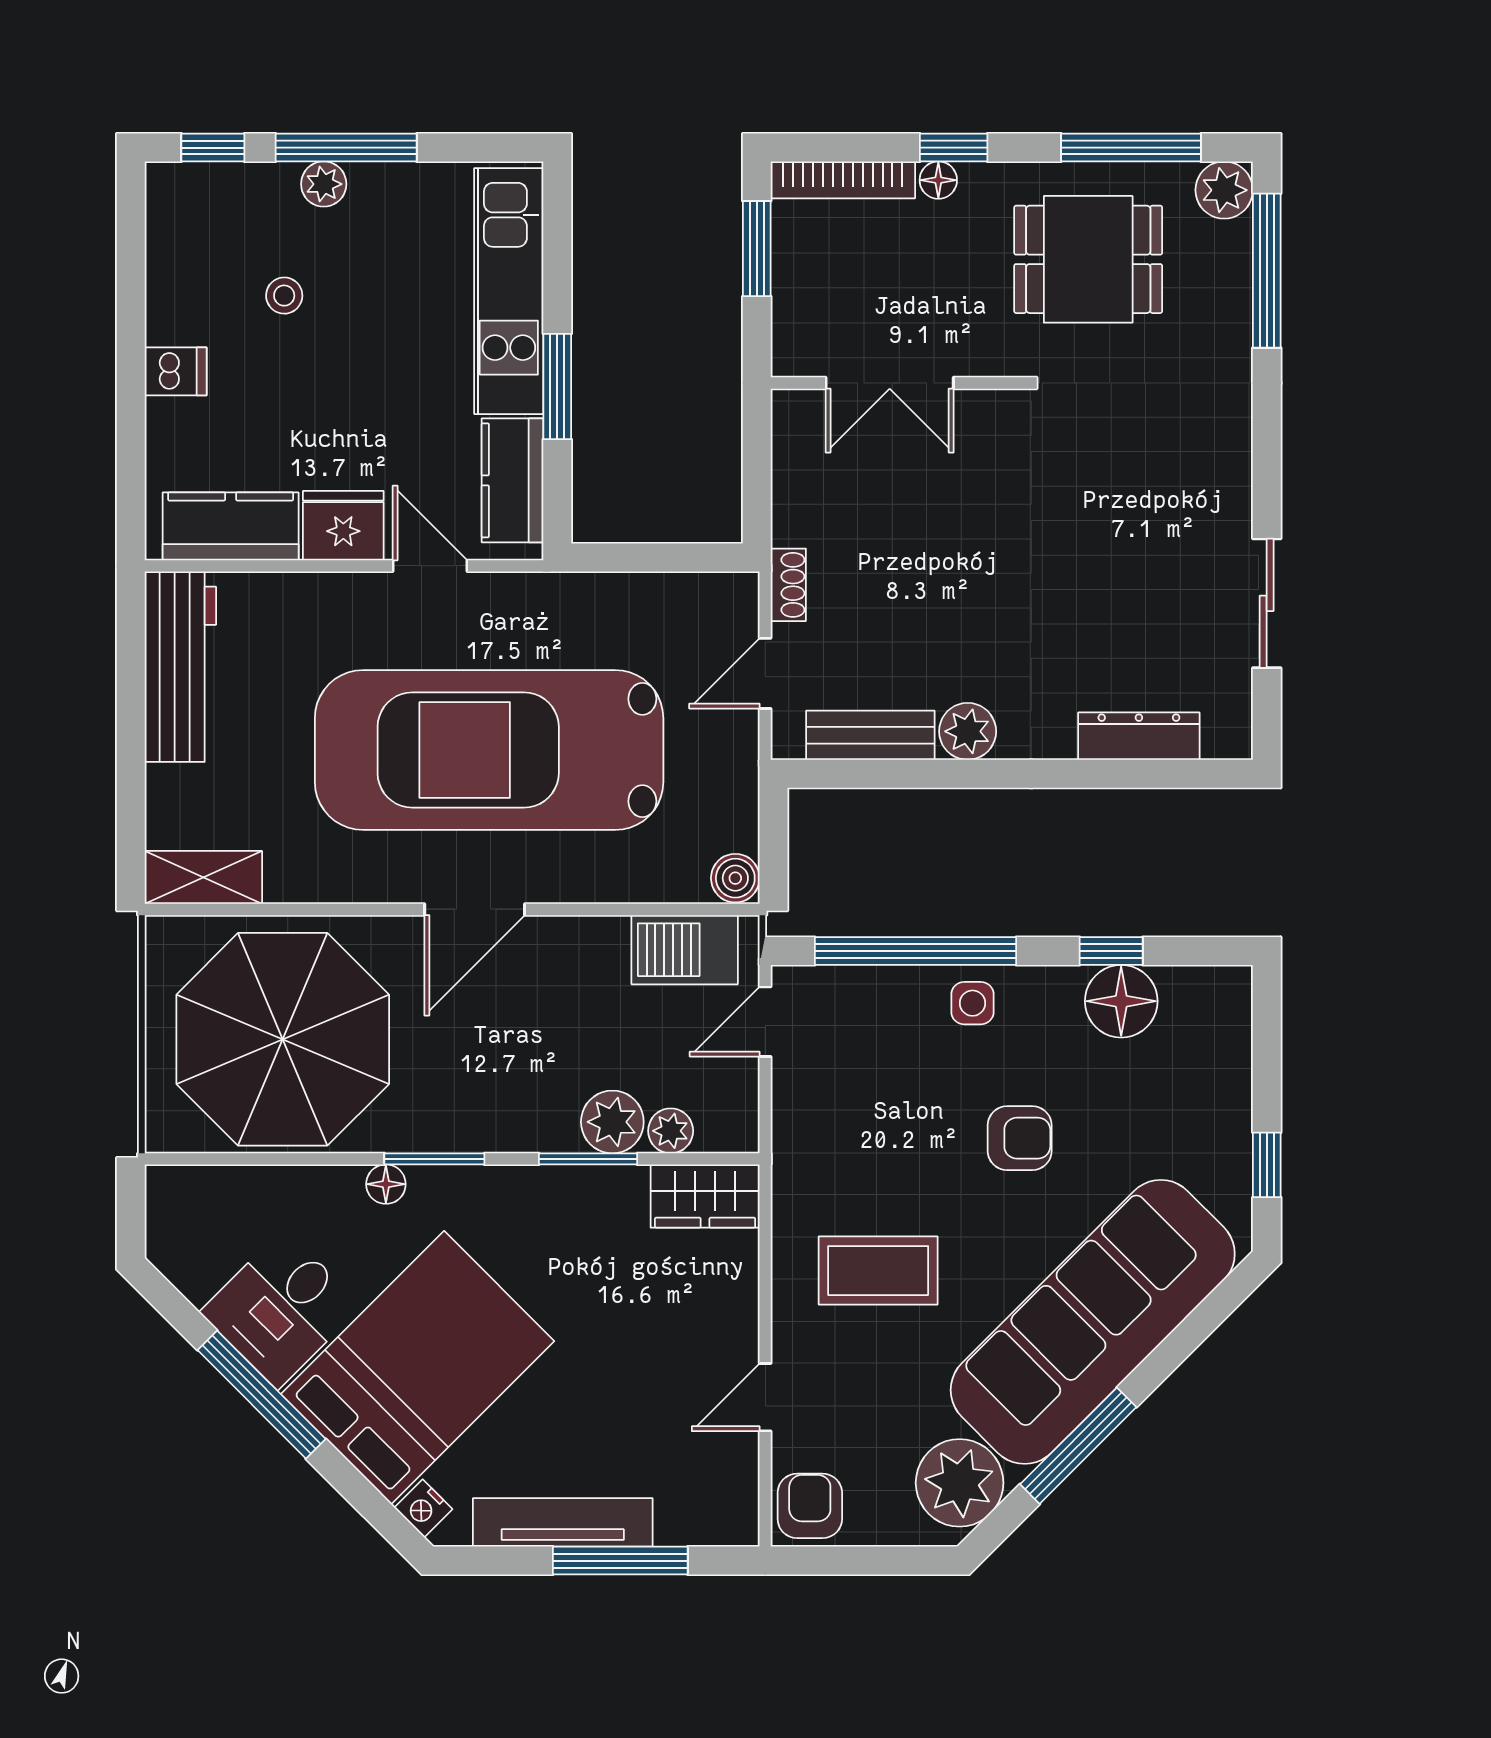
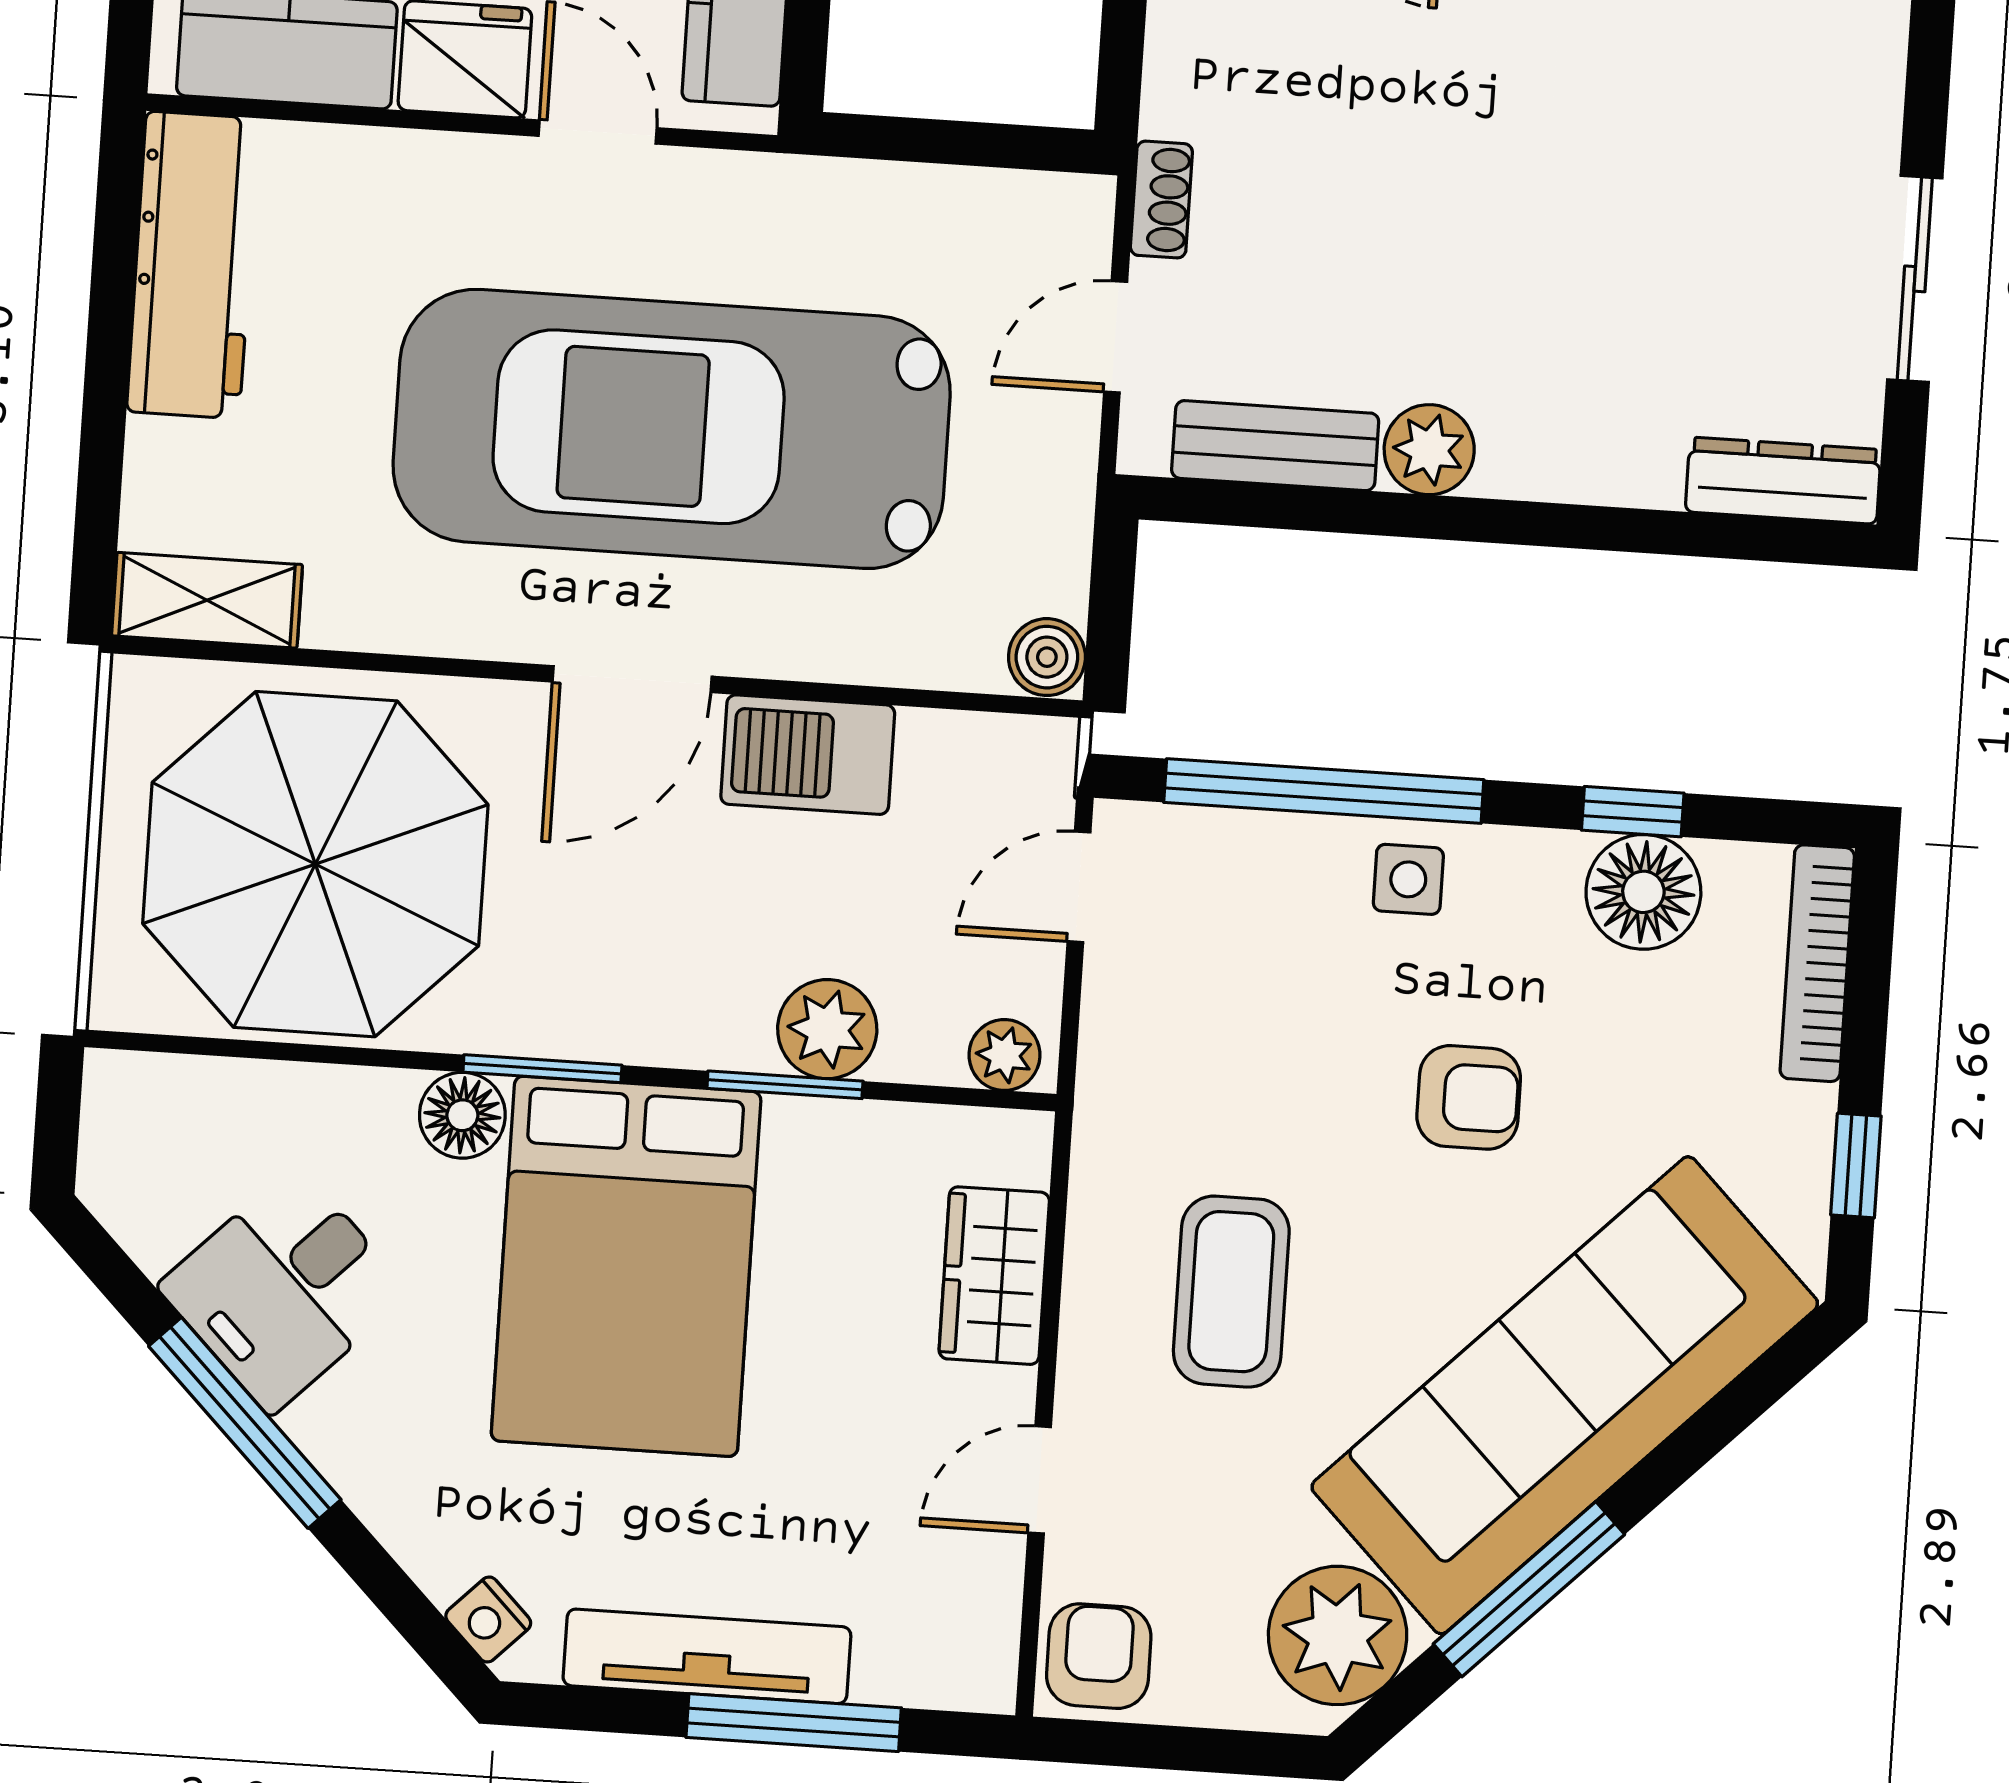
dresser: (1139, 736) -> (1783, 481), moved
barbecue: (685, 950) -> (808, 755), moved
bookcase: (1234, 1039) -> (1817, 963), added
plant: (671, 1131) -> (1004, 1055), moved
floor lamp: (386, 1184) -> (462, 1115), width x1.37, depth x1.37
wardrobe: (705, 1196) -> (994, 1276), moved, turned 90
coffee table: (878, 1271) -> (1231, 1292), turned 90
bed: (418, 1368) -> (626, 1266), moved, turned 135

